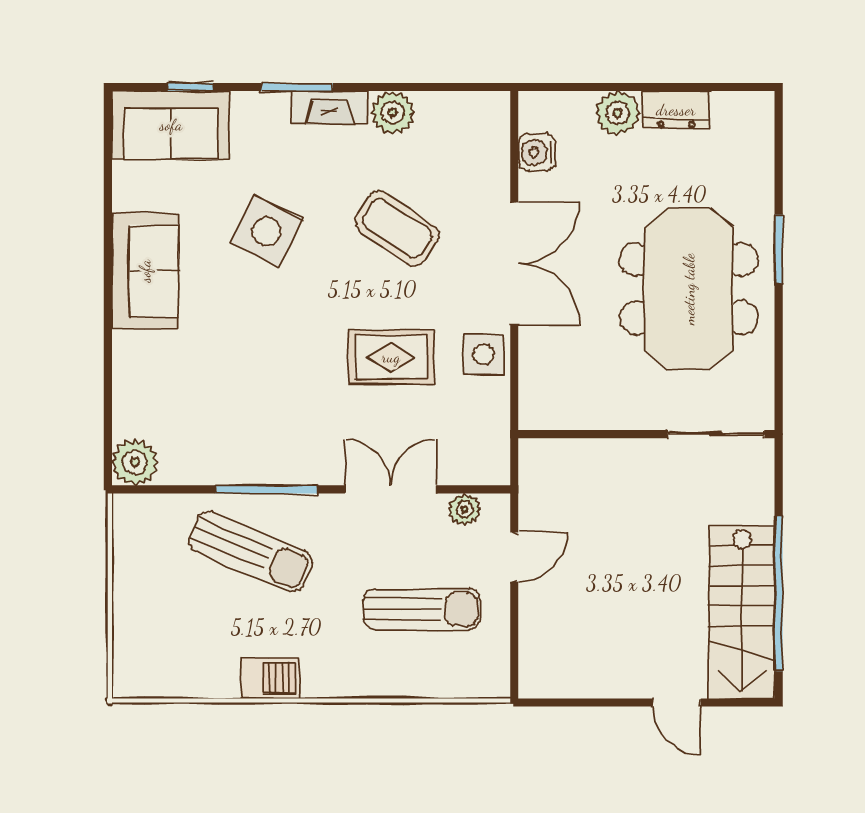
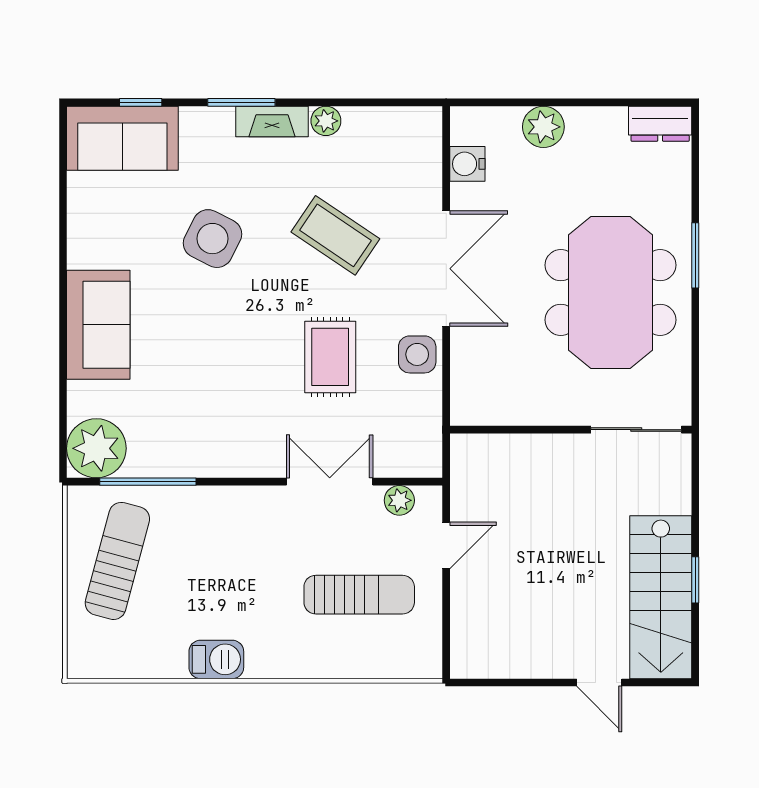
dresser: (676, 110) -> (660, 124), moved
plant: (393, 113) -> (326, 121), width x0.73, depth x0.73
sofa: (145, 271) -> (98, 325), moved
rug: (391, 357) -> (330, 357), turned 90
plant: (135, 462) -> (96, 448), width x1.36, depth x1.36
window: (266, 489) -> (148, 482), moved
sun lounger: (251, 552) -> (117, 561), moved, turned -98
window: (779, 594) -> (695, 580), width x0.32

